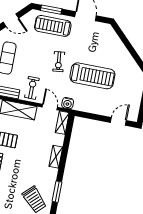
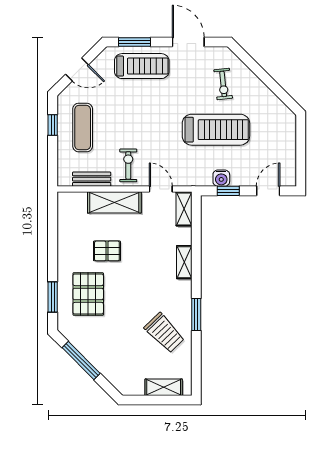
treadmill: (53, 26) -> (142, 66), turned 180
exercise bike: (59, 62) -> (223, 84), moved
water cooler: (68, 103) -> (221, 178), moved
window: (93, 116) -> (228, 191), added

